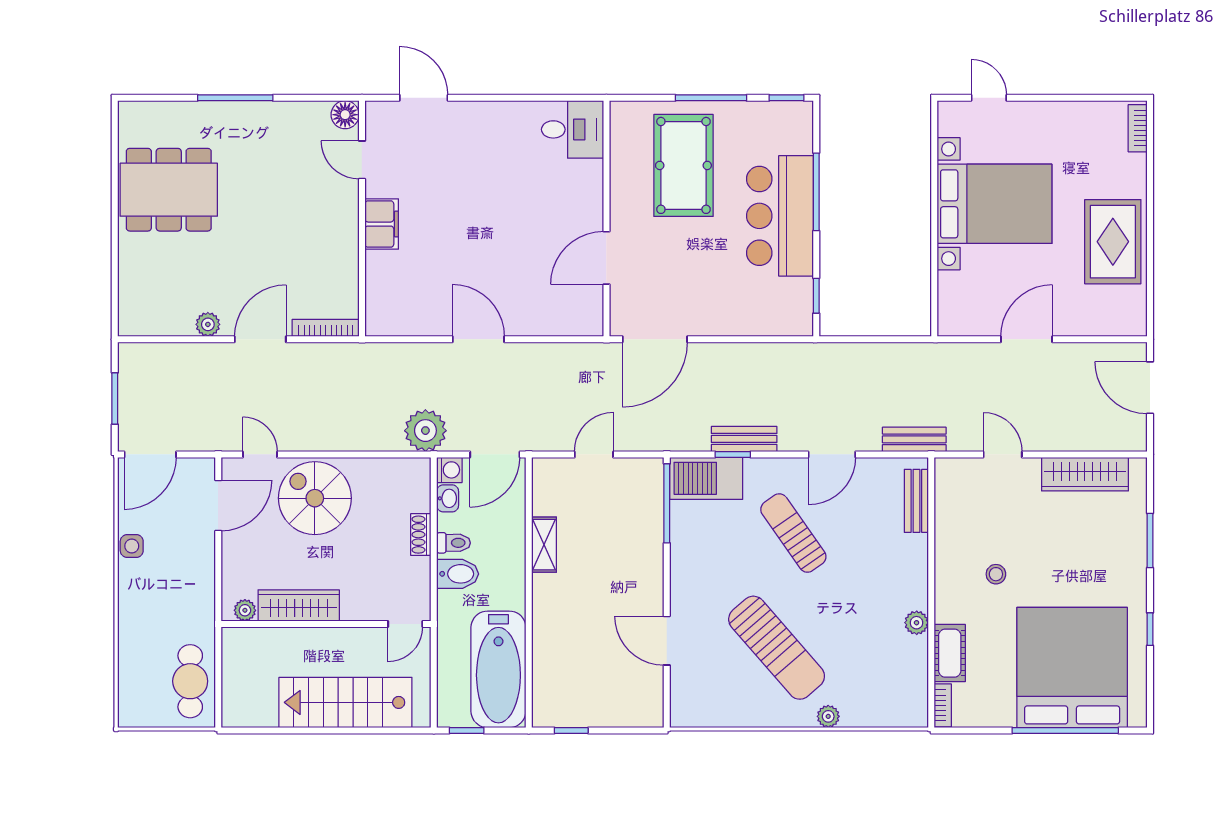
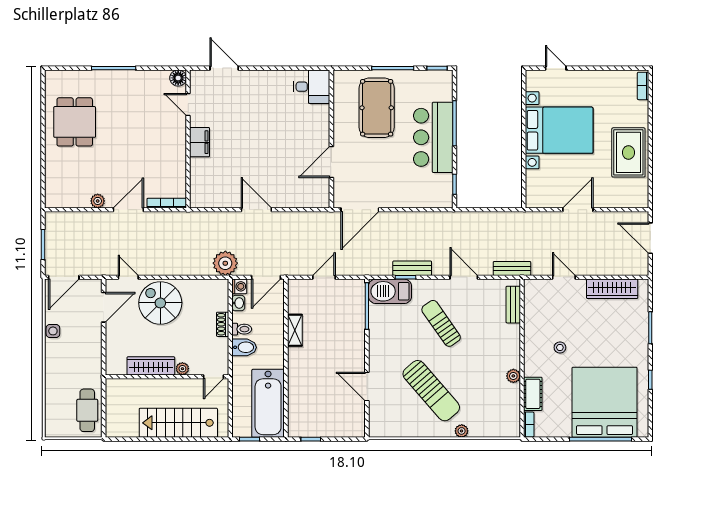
dining table: (169, 190) -> (75, 122), width x0.73
door: (832, 454) -> (464, 277), swing flipped
plant: (245, 610) -> (182, 369), moved

